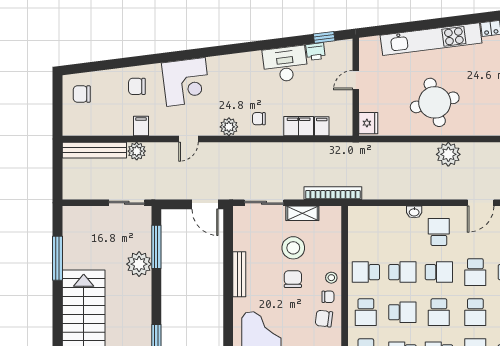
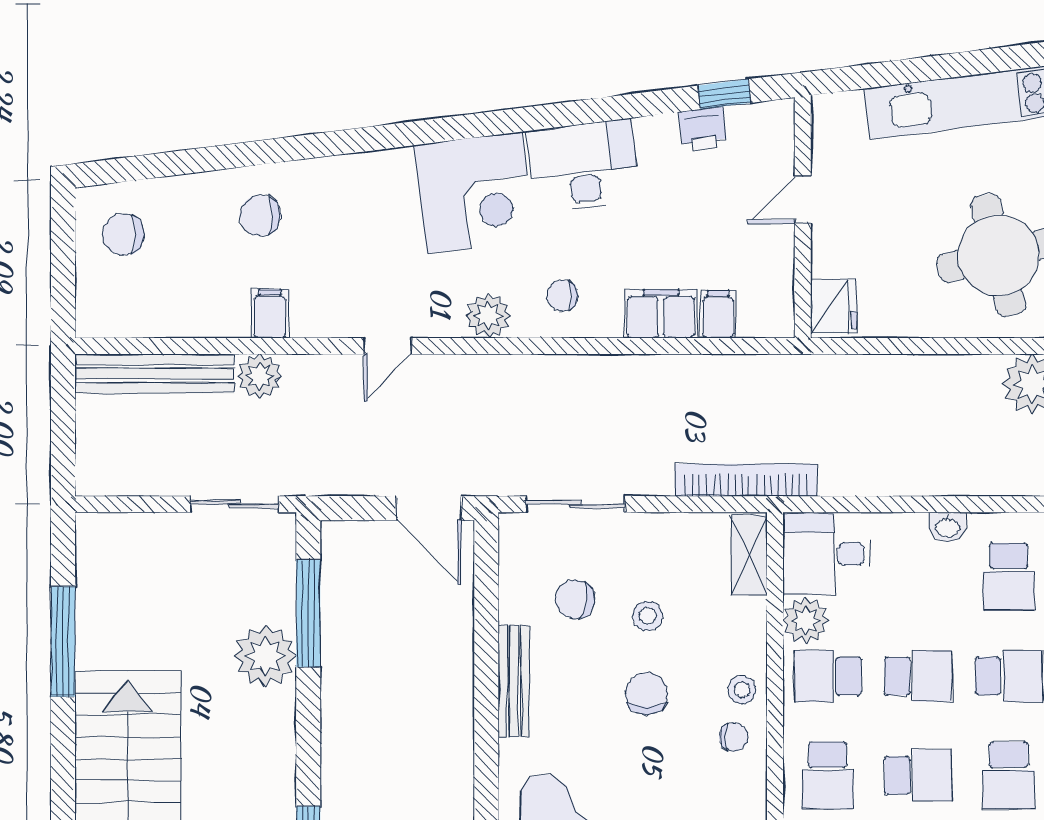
desk: (285, 64) -> (583, 166), moved
corner desk: (186, 82) -> (475, 193), moved
shelving: (302, 213) -> (749, 555), moved, turned 90
desk: (366, 223) -> (827, 554), added
school desk: (439, 232) -> (1009, 577), turned 180
stool: (293, 248) -> (648, 616), width x0.53, depth x0.53
plant: (357, 250) -> (806, 621), added
chair: (324, 319) -> (575, 599), moved

